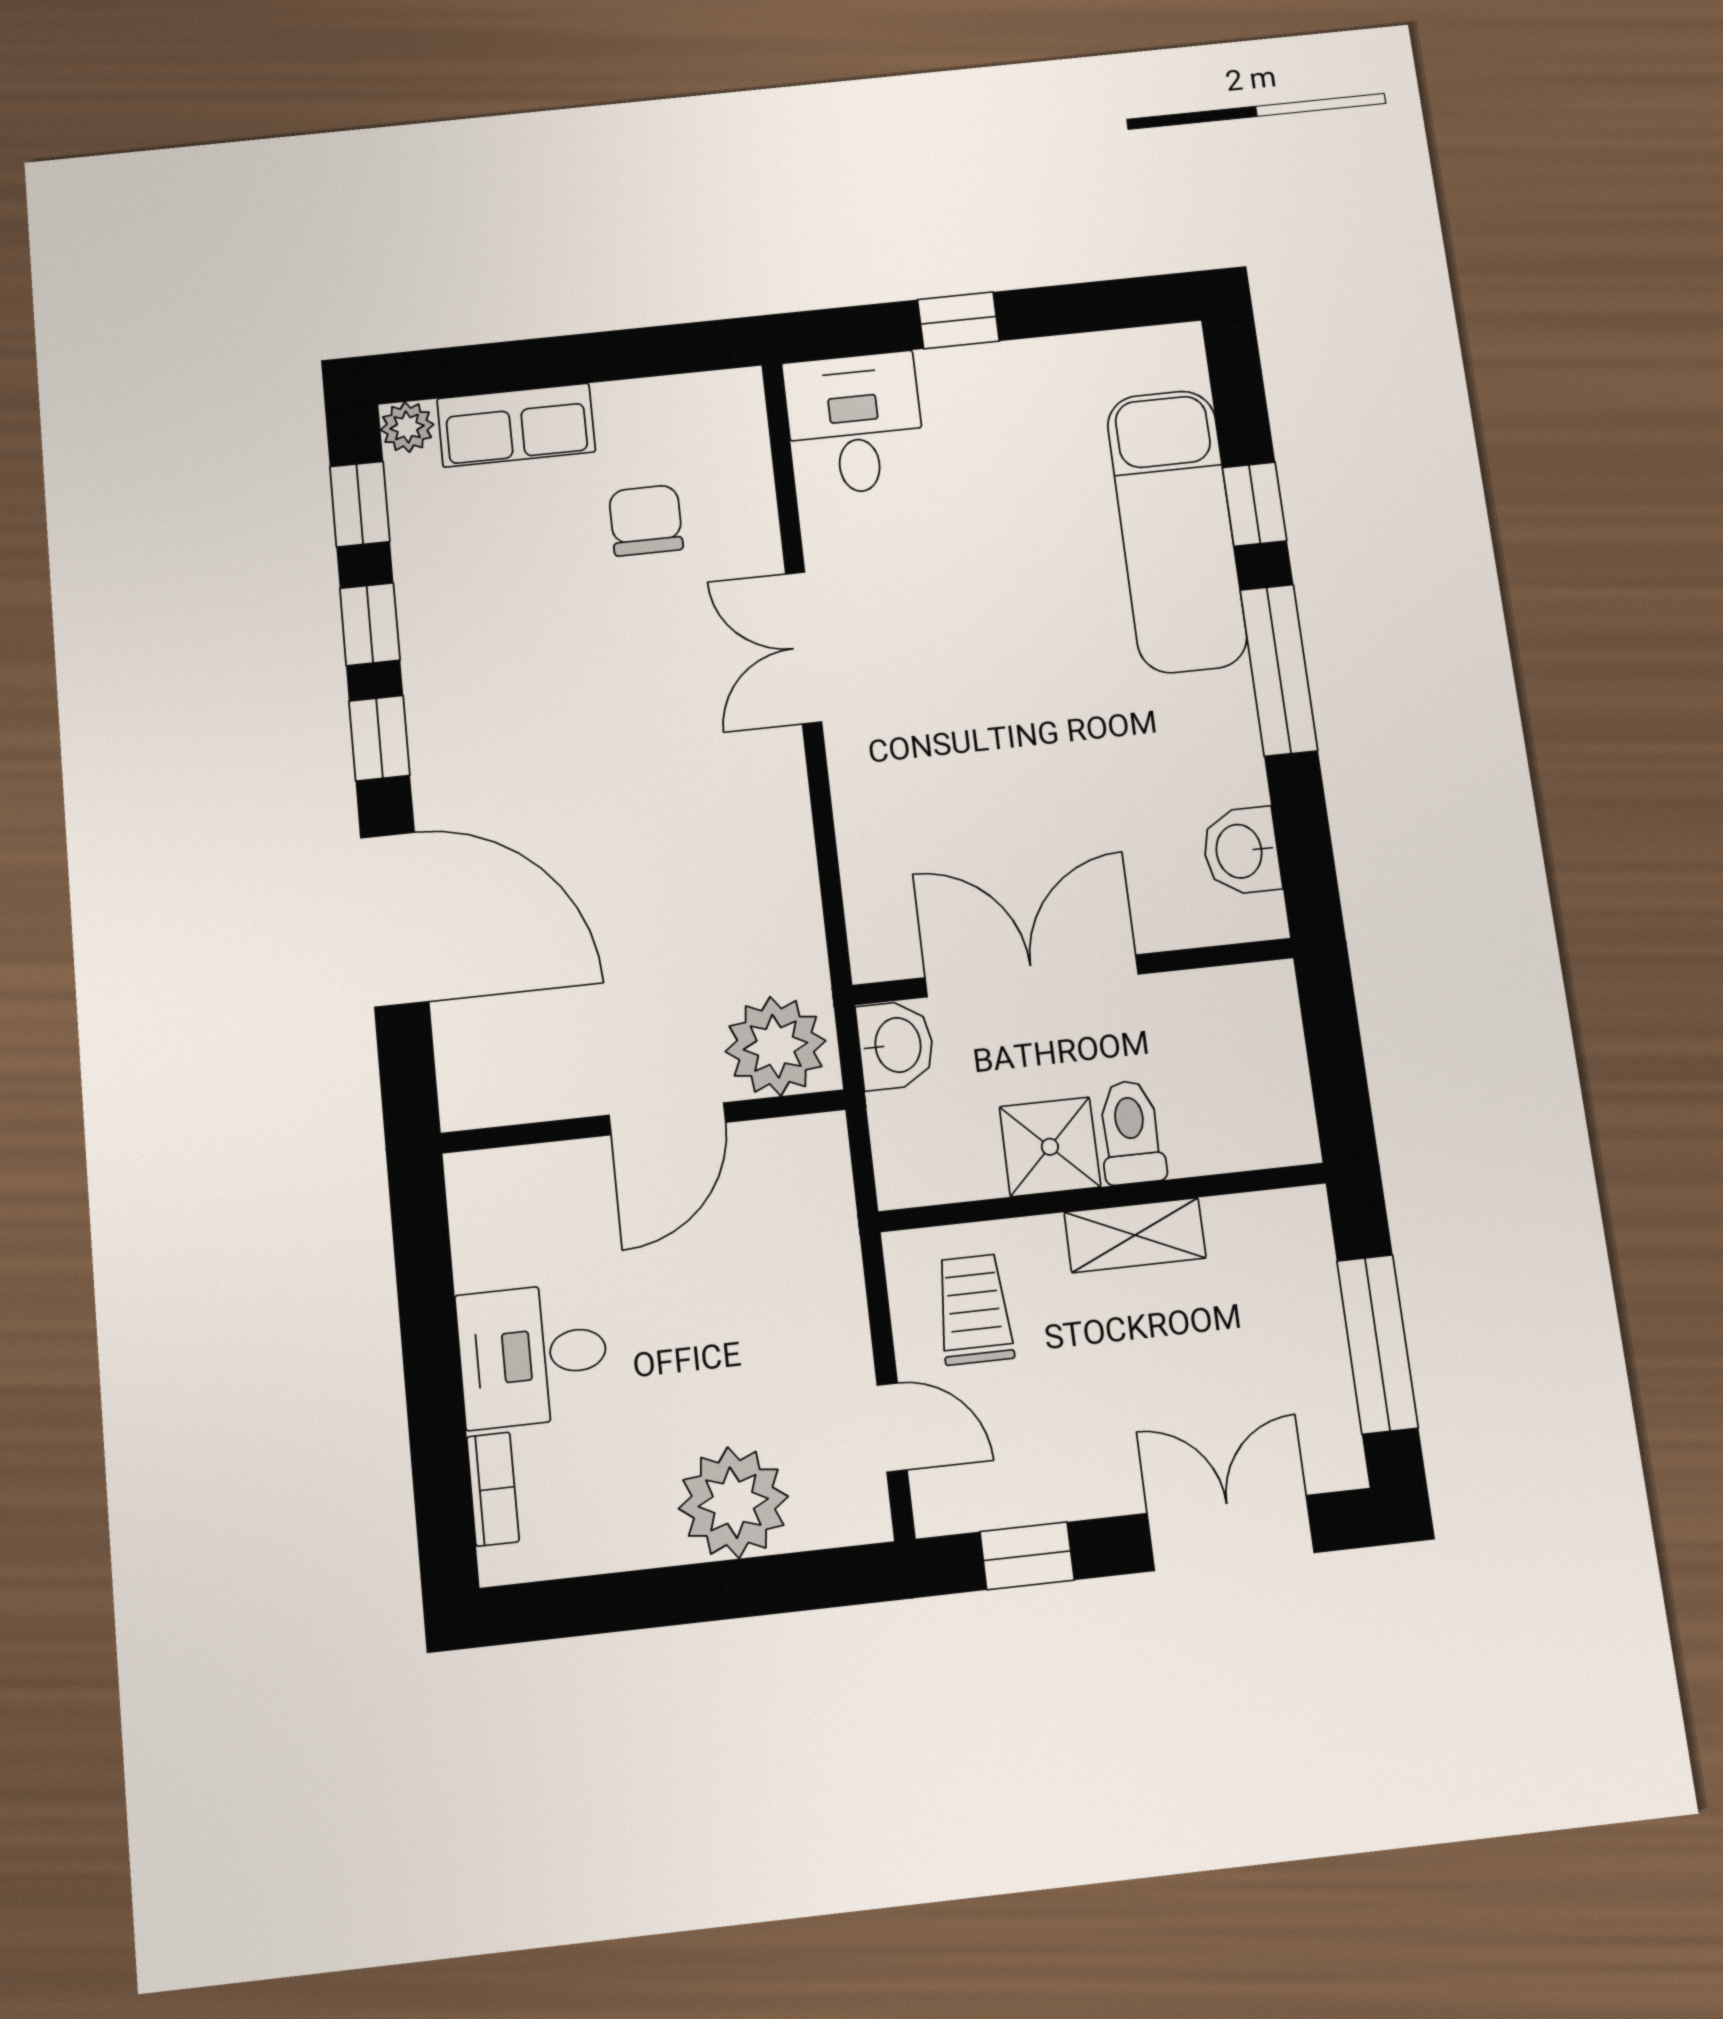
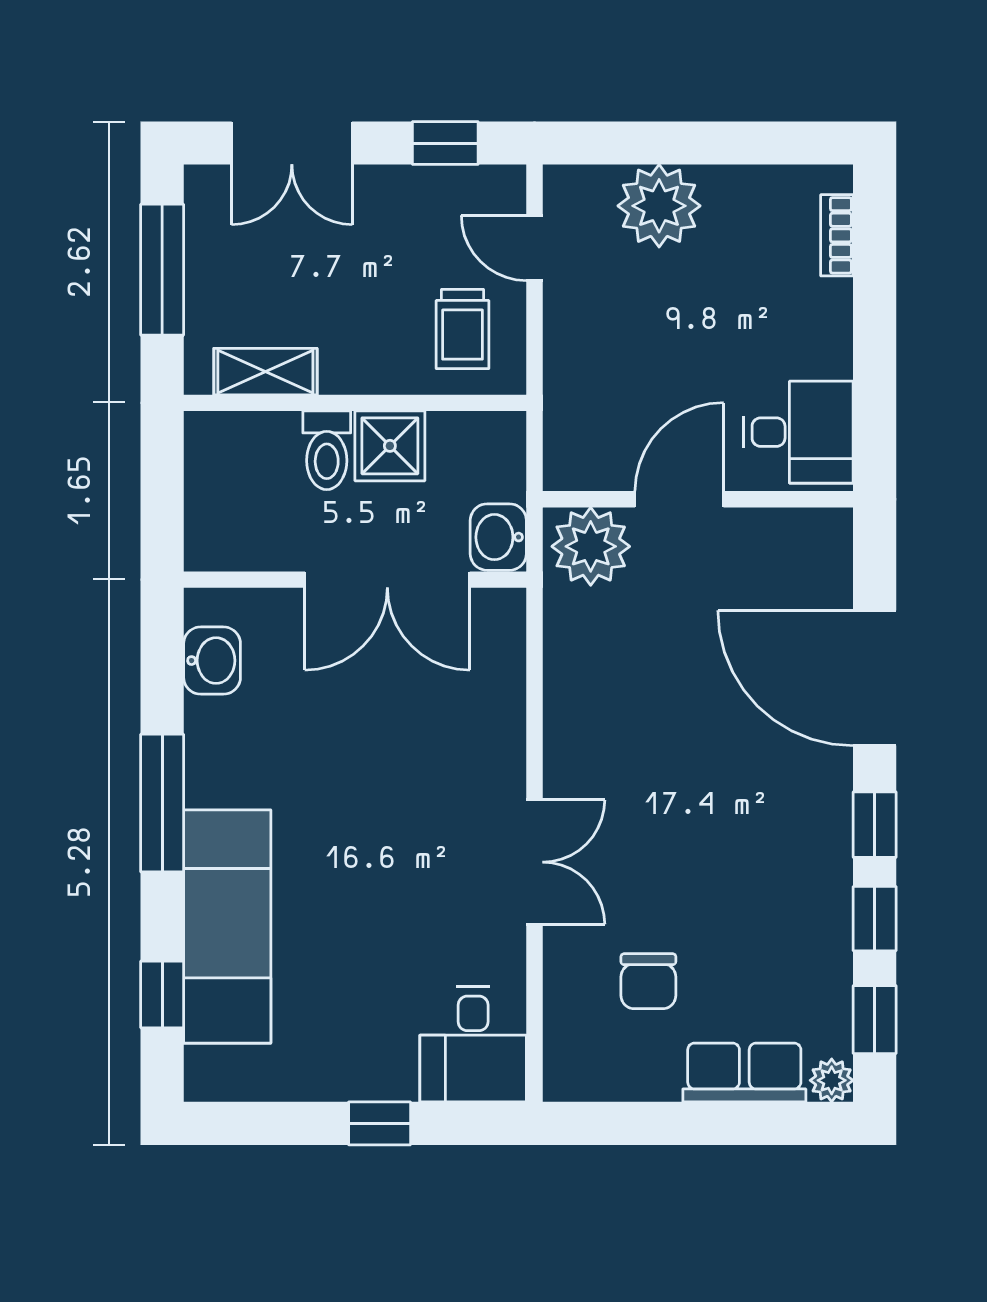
window: (1255, 504) -> (162, 994), moved
shelving: (1135, 1235) -> (265, 372), moved
desk: (533, 1355) -> (798, 432), moved

